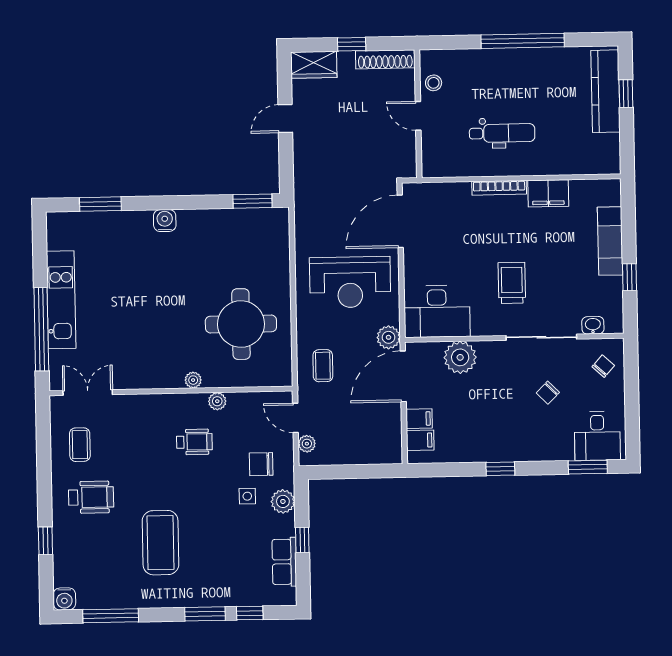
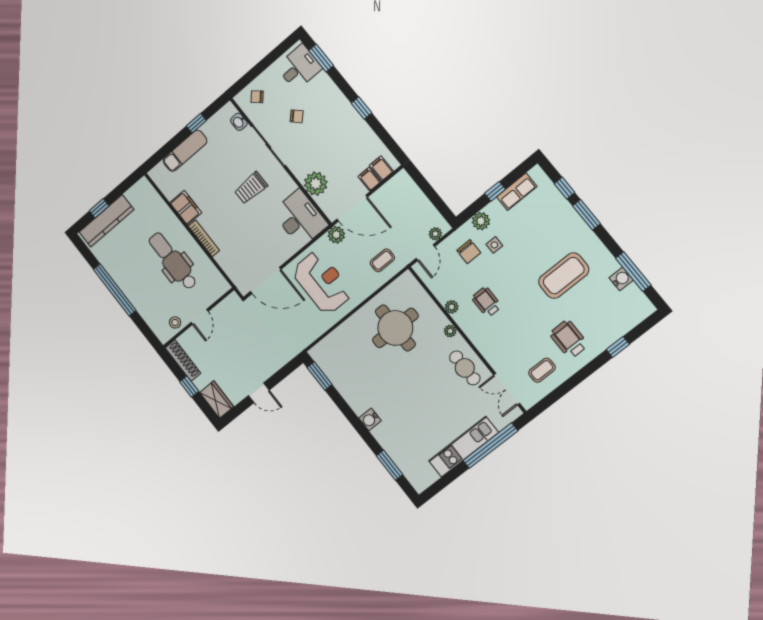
dental chair: (502, 133) -> (173, 261), width x1.36, depth x1.38
cafe table: (143, 365) -> (465, 368), added
water cooler: (64, 599) -> (621, 279), moved

